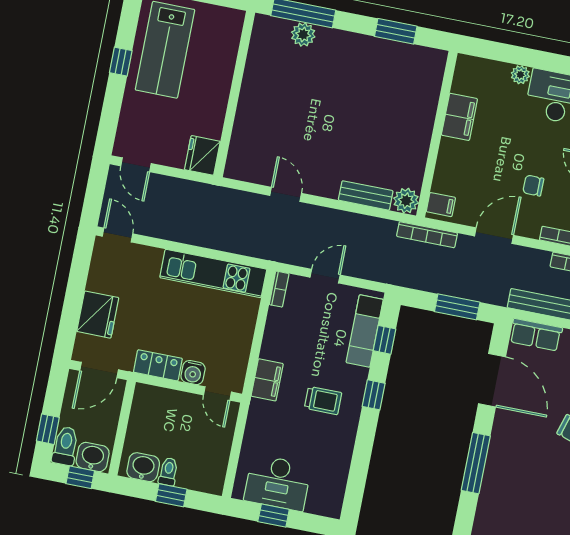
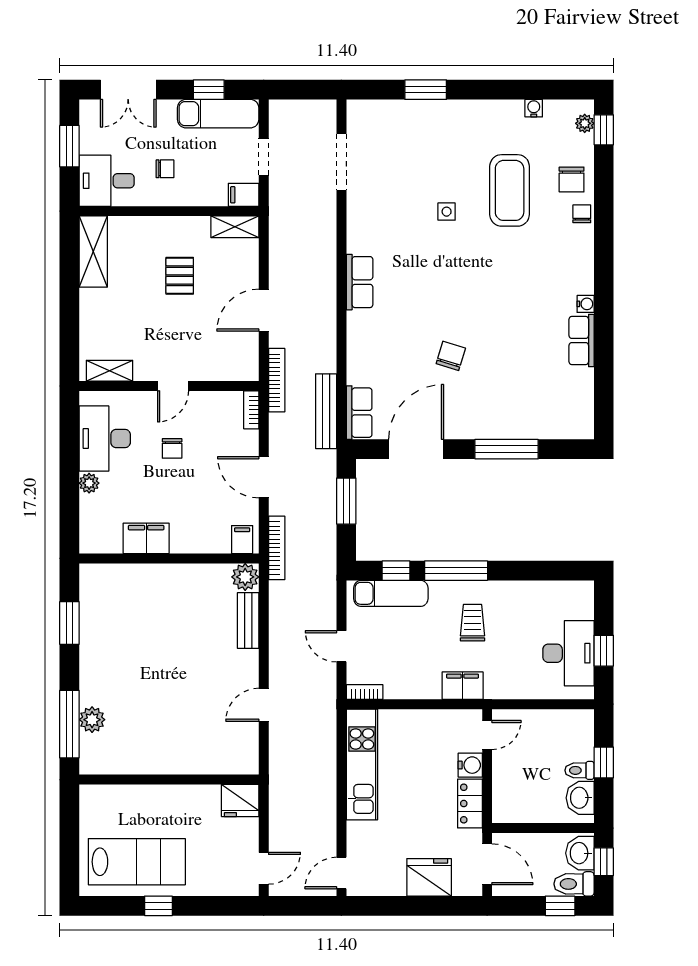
chair: (533, 186) -> (172, 448), moved
window: (374, 395) -> (456, 571), width x2.17

